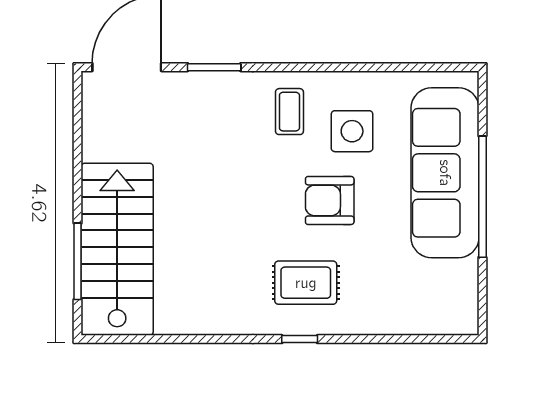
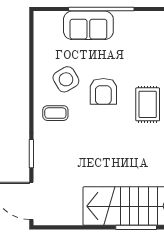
side table: (352, 131) -> (66, 79), turned -30
sofa: (445, 173) -> (88, 25), width x0.54, depth x0.79

